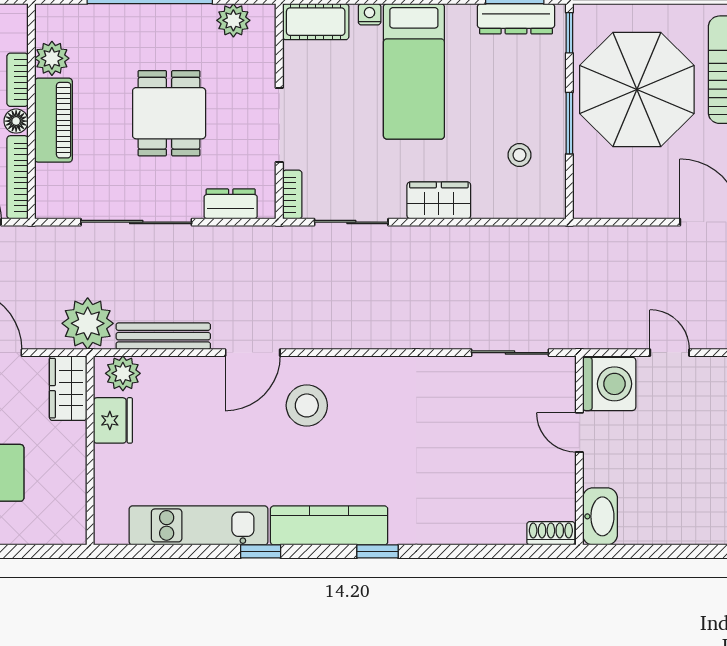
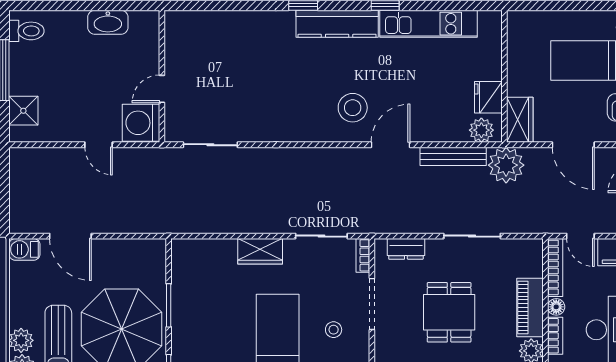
stool: (519, 155) -> (334, 330), moved
sliding door: (136, 222) -> (472, 236), width x0.73
door: (579, 432) -> (162, 89), swing flipped
washbasin: (600, 516) -> (108, 22), moved, turned -90
shoe rack: (551, 533) -> (182, 18), removed

